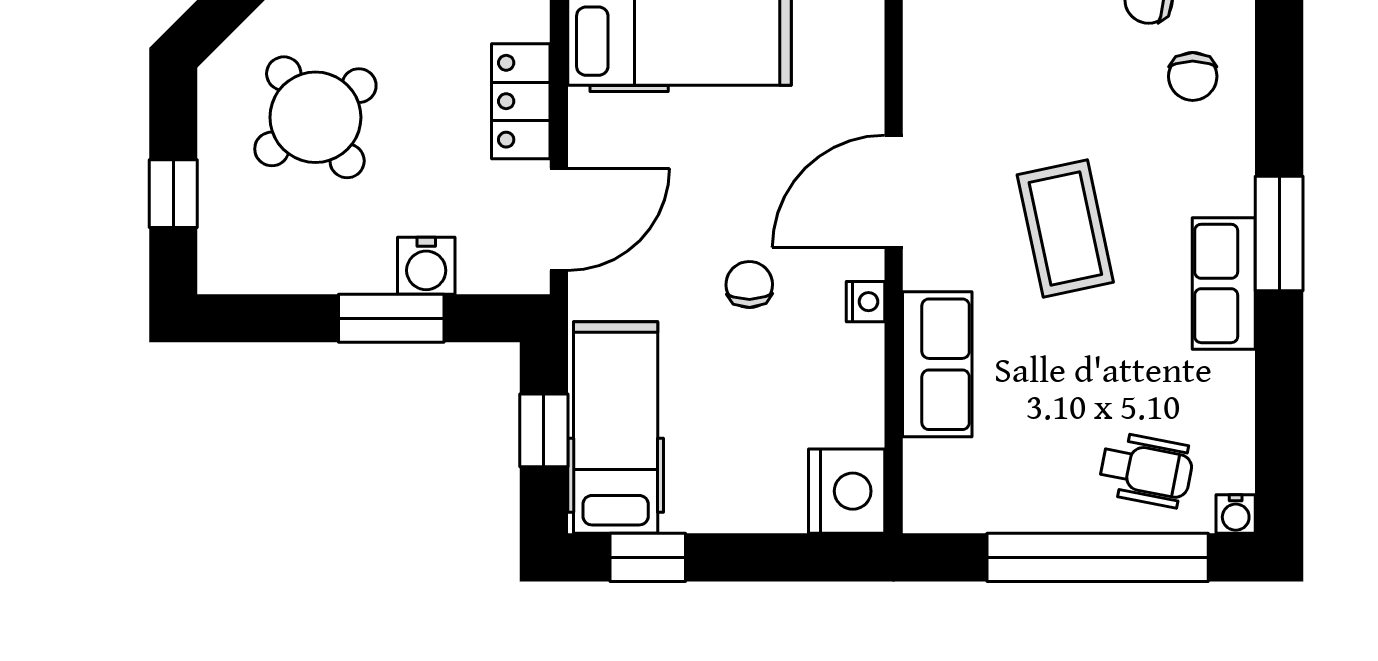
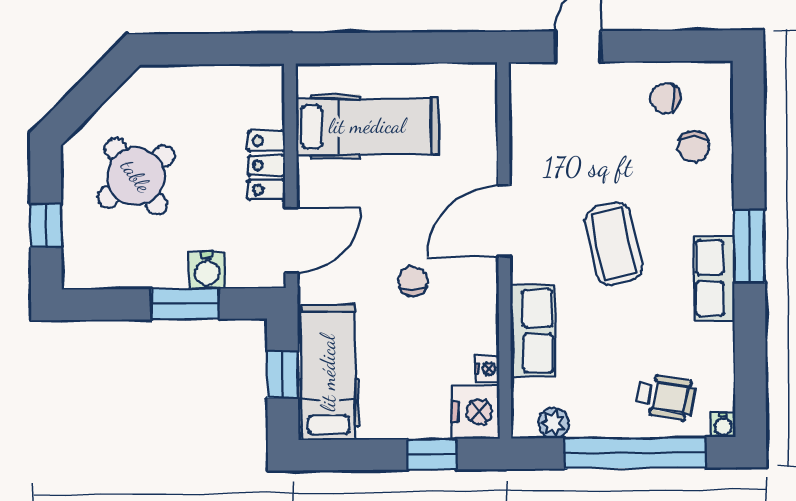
nightstand: (865, 302) -> (487, 369), moved
plant: (970, 509) -> (554, 423), added
window: (648, 557) -> (432, 454), moved

